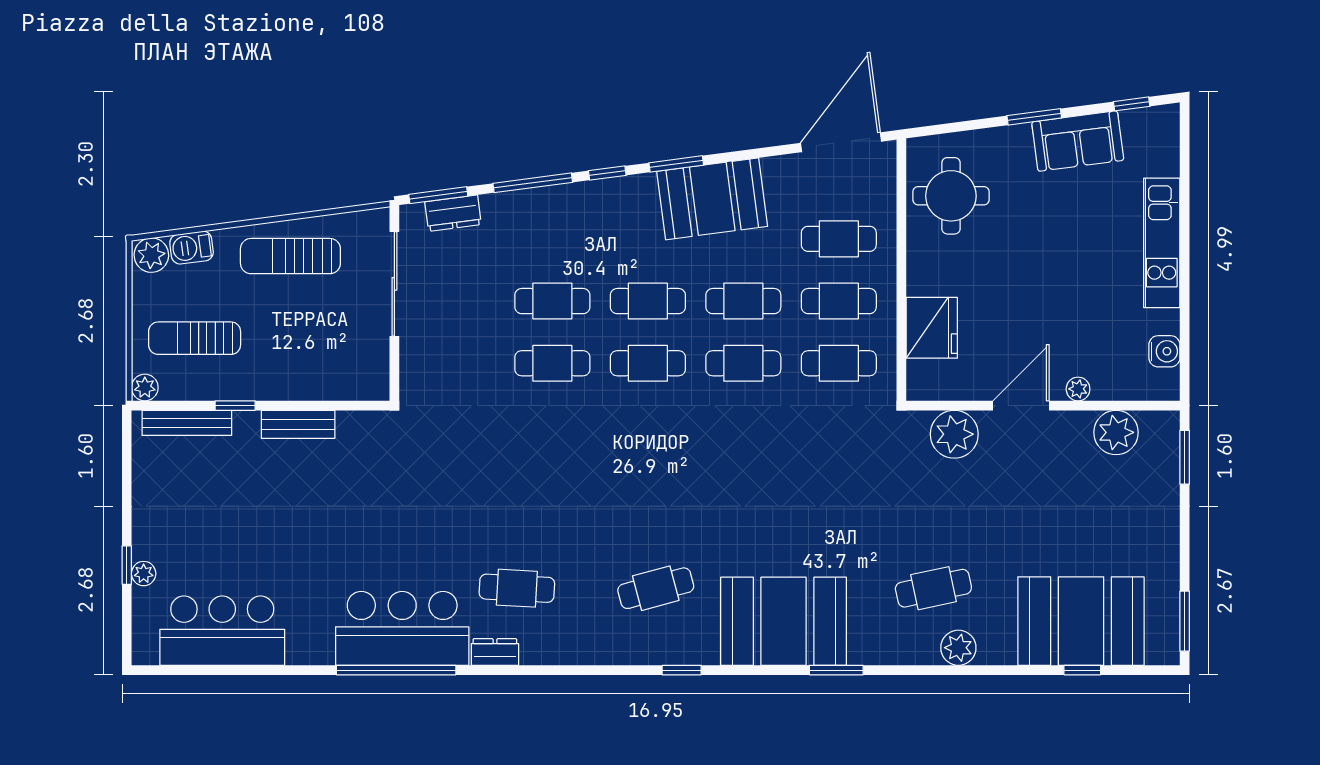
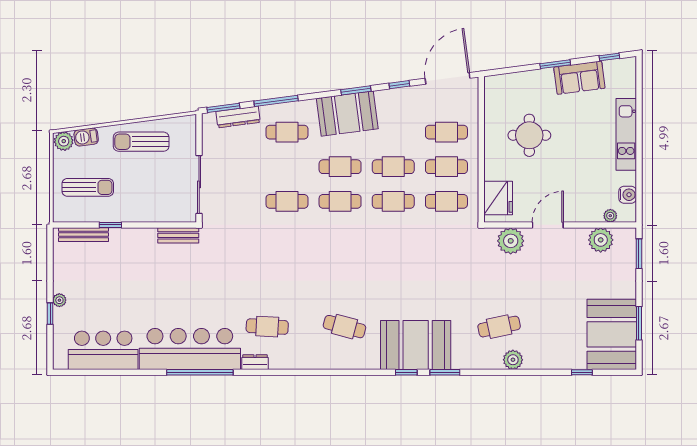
window: (607, 173) -> (399, 85), moved
round table: (951, 196) -> (529, 135), moved
booth: (712, 199) -> (347, 114), moved
dresser: (453, 213) -> (238, 117), width x1.44
sliding door: (394, 284) -> (199, 184), moved
cafe table: (552, 301) -> (287, 132), moved
fridge: (932, 328) -> (498, 198), moved
sun lounger: (195, 338) -> (88, 187), turned 180
plant: (145, 388) -> (60, 215), removed
plant: (1078, 389) -> (610, 216), moved
bench: (298, 424) -> (178, 235), moved
plant: (144, 574) -> (59, 300), moved
cafe table: (656, 588) -> (344, 327), turned 30
booth: (1081, 621) -> (612, 334), moved, turned 90
window: (1185, 621) -> (639, 323), moved
bar counter: (402, 628) -> (190, 349), width x1.36
window: (682, 670) -> (406, 372), moved

